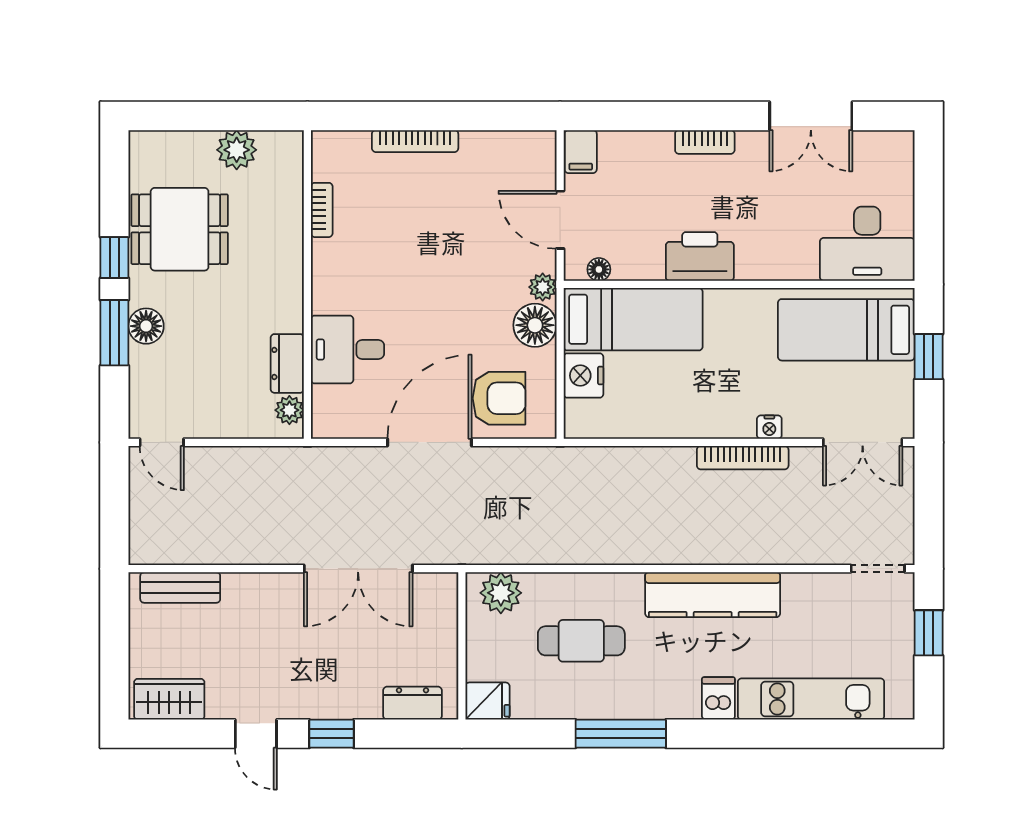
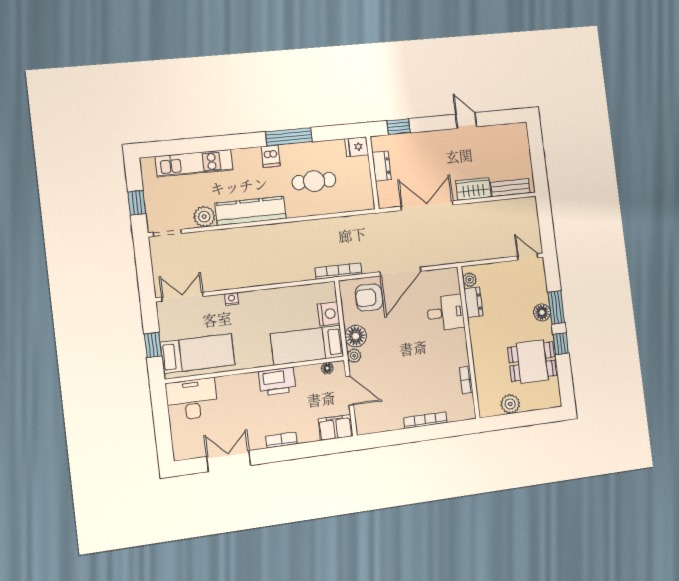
filing cabinet: (581, 152) -> (335, 428), width x2.00
bookcase: (743, 458) -> (338, 271), moved
plant: (501, 593) -> (204, 217), moved
dishwasher: (718, 698) -> (271, 156), moved
wardrobe: (169, 699) -> (473, 189), moved, turned 180
dresser: (412, 703) -> (382, 166), moved, turned -90
window: (332, 734) -> (399, 127), moved

